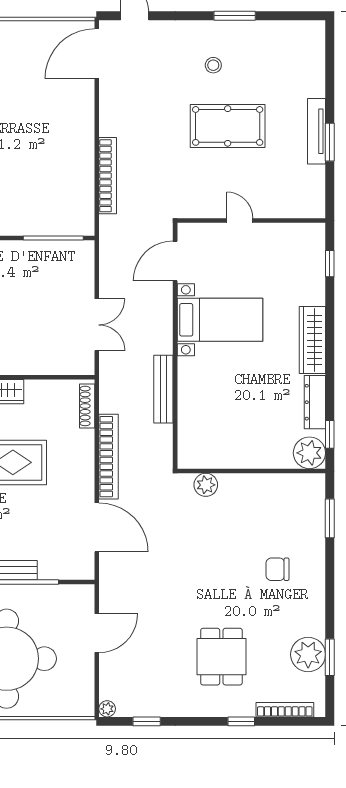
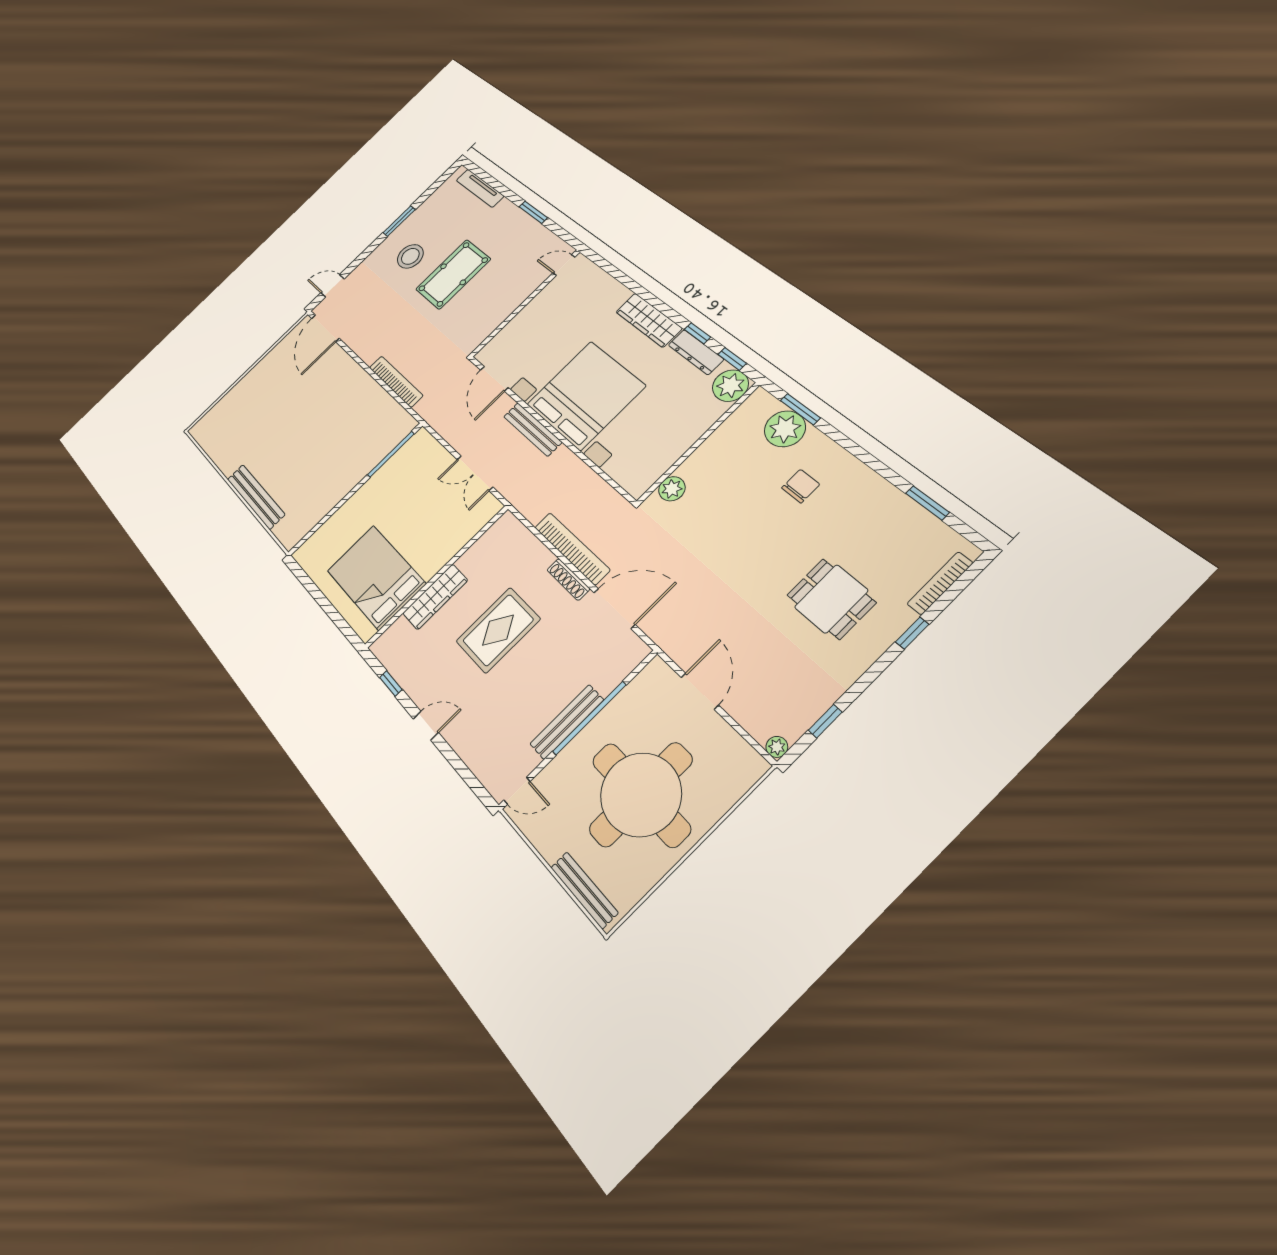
stool: (213, 65) -> (410, 256), width x1.89, depth x1.89
tv unit: (316, 131) -> (480, 188), moved
door: (240, 221) -> (564, 265), moved
window: (330, 264) -> (697, 333), moved
bed with nightstands: (220, 320) -> (586, 395), width x1.85
double door: (97, 325) -> (475, 473), swing flipped
bench: (163, 389) -> (533, 429), moved
shoe rack: (87, 406) -> (568, 579), moved
chair: (277, 569) -> (801, 486), turned 180
plant: (308, 654) -> (785, 429), moved

